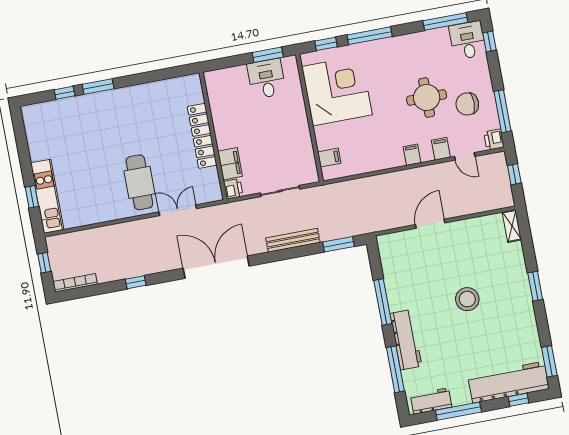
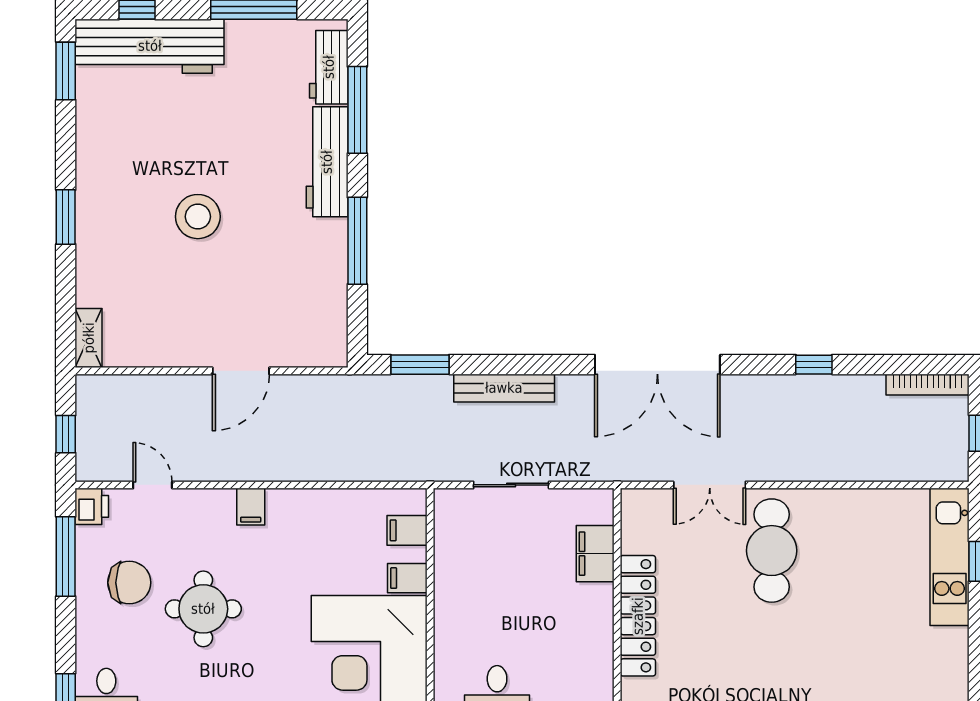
filing cabinet: (441, 149) -> (407, 578), moved, turned 90
printer: (233, 189) -> (598, 505), removed
workbench: (431, 401) -> (329, 67), moved, turned 90

